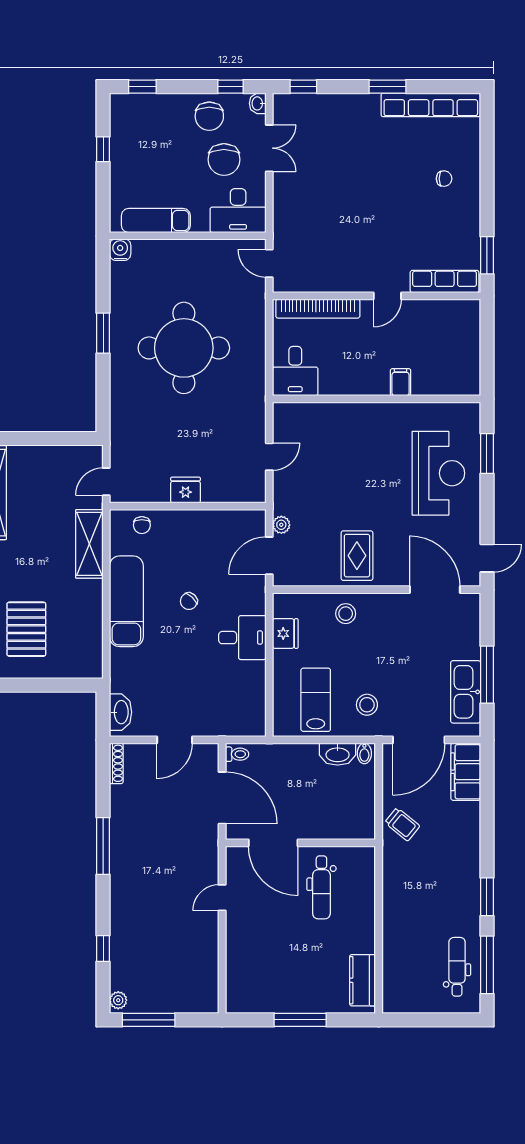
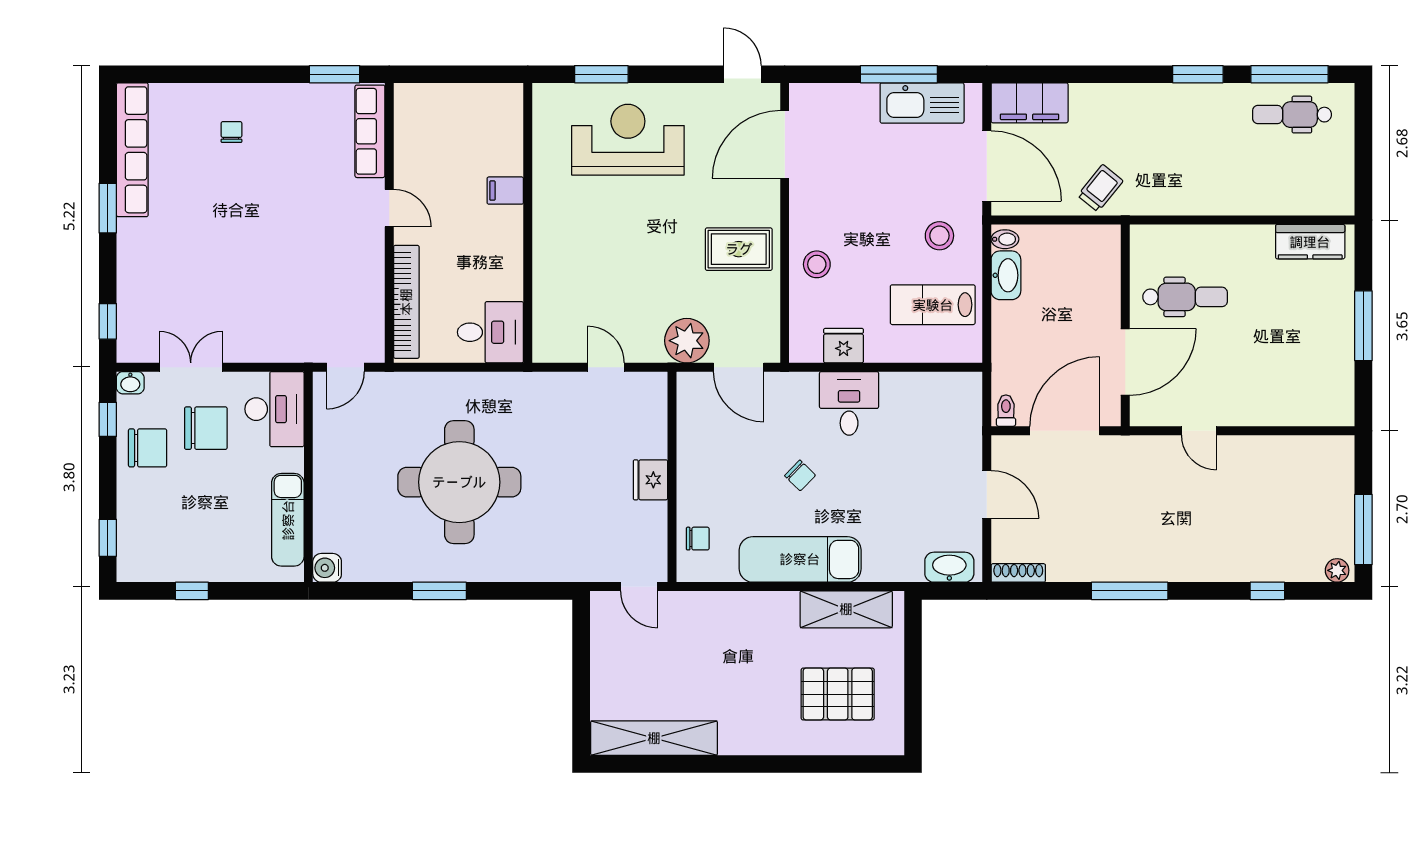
plant: (281, 525) -> (687, 341), width x1.88, depth x1.88
shelving: (89, 544) -> (846, 609), moved

